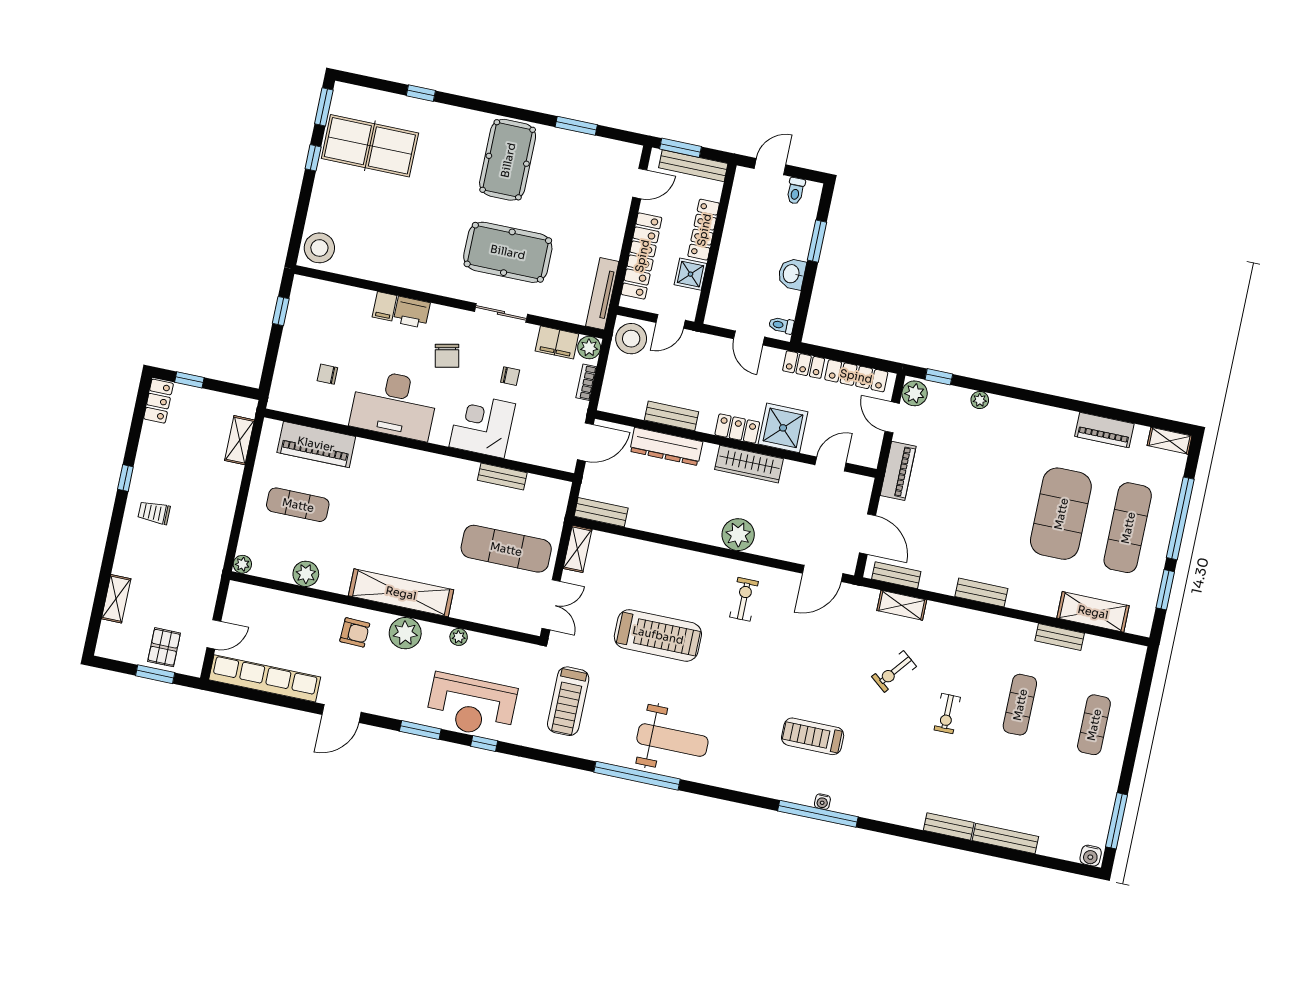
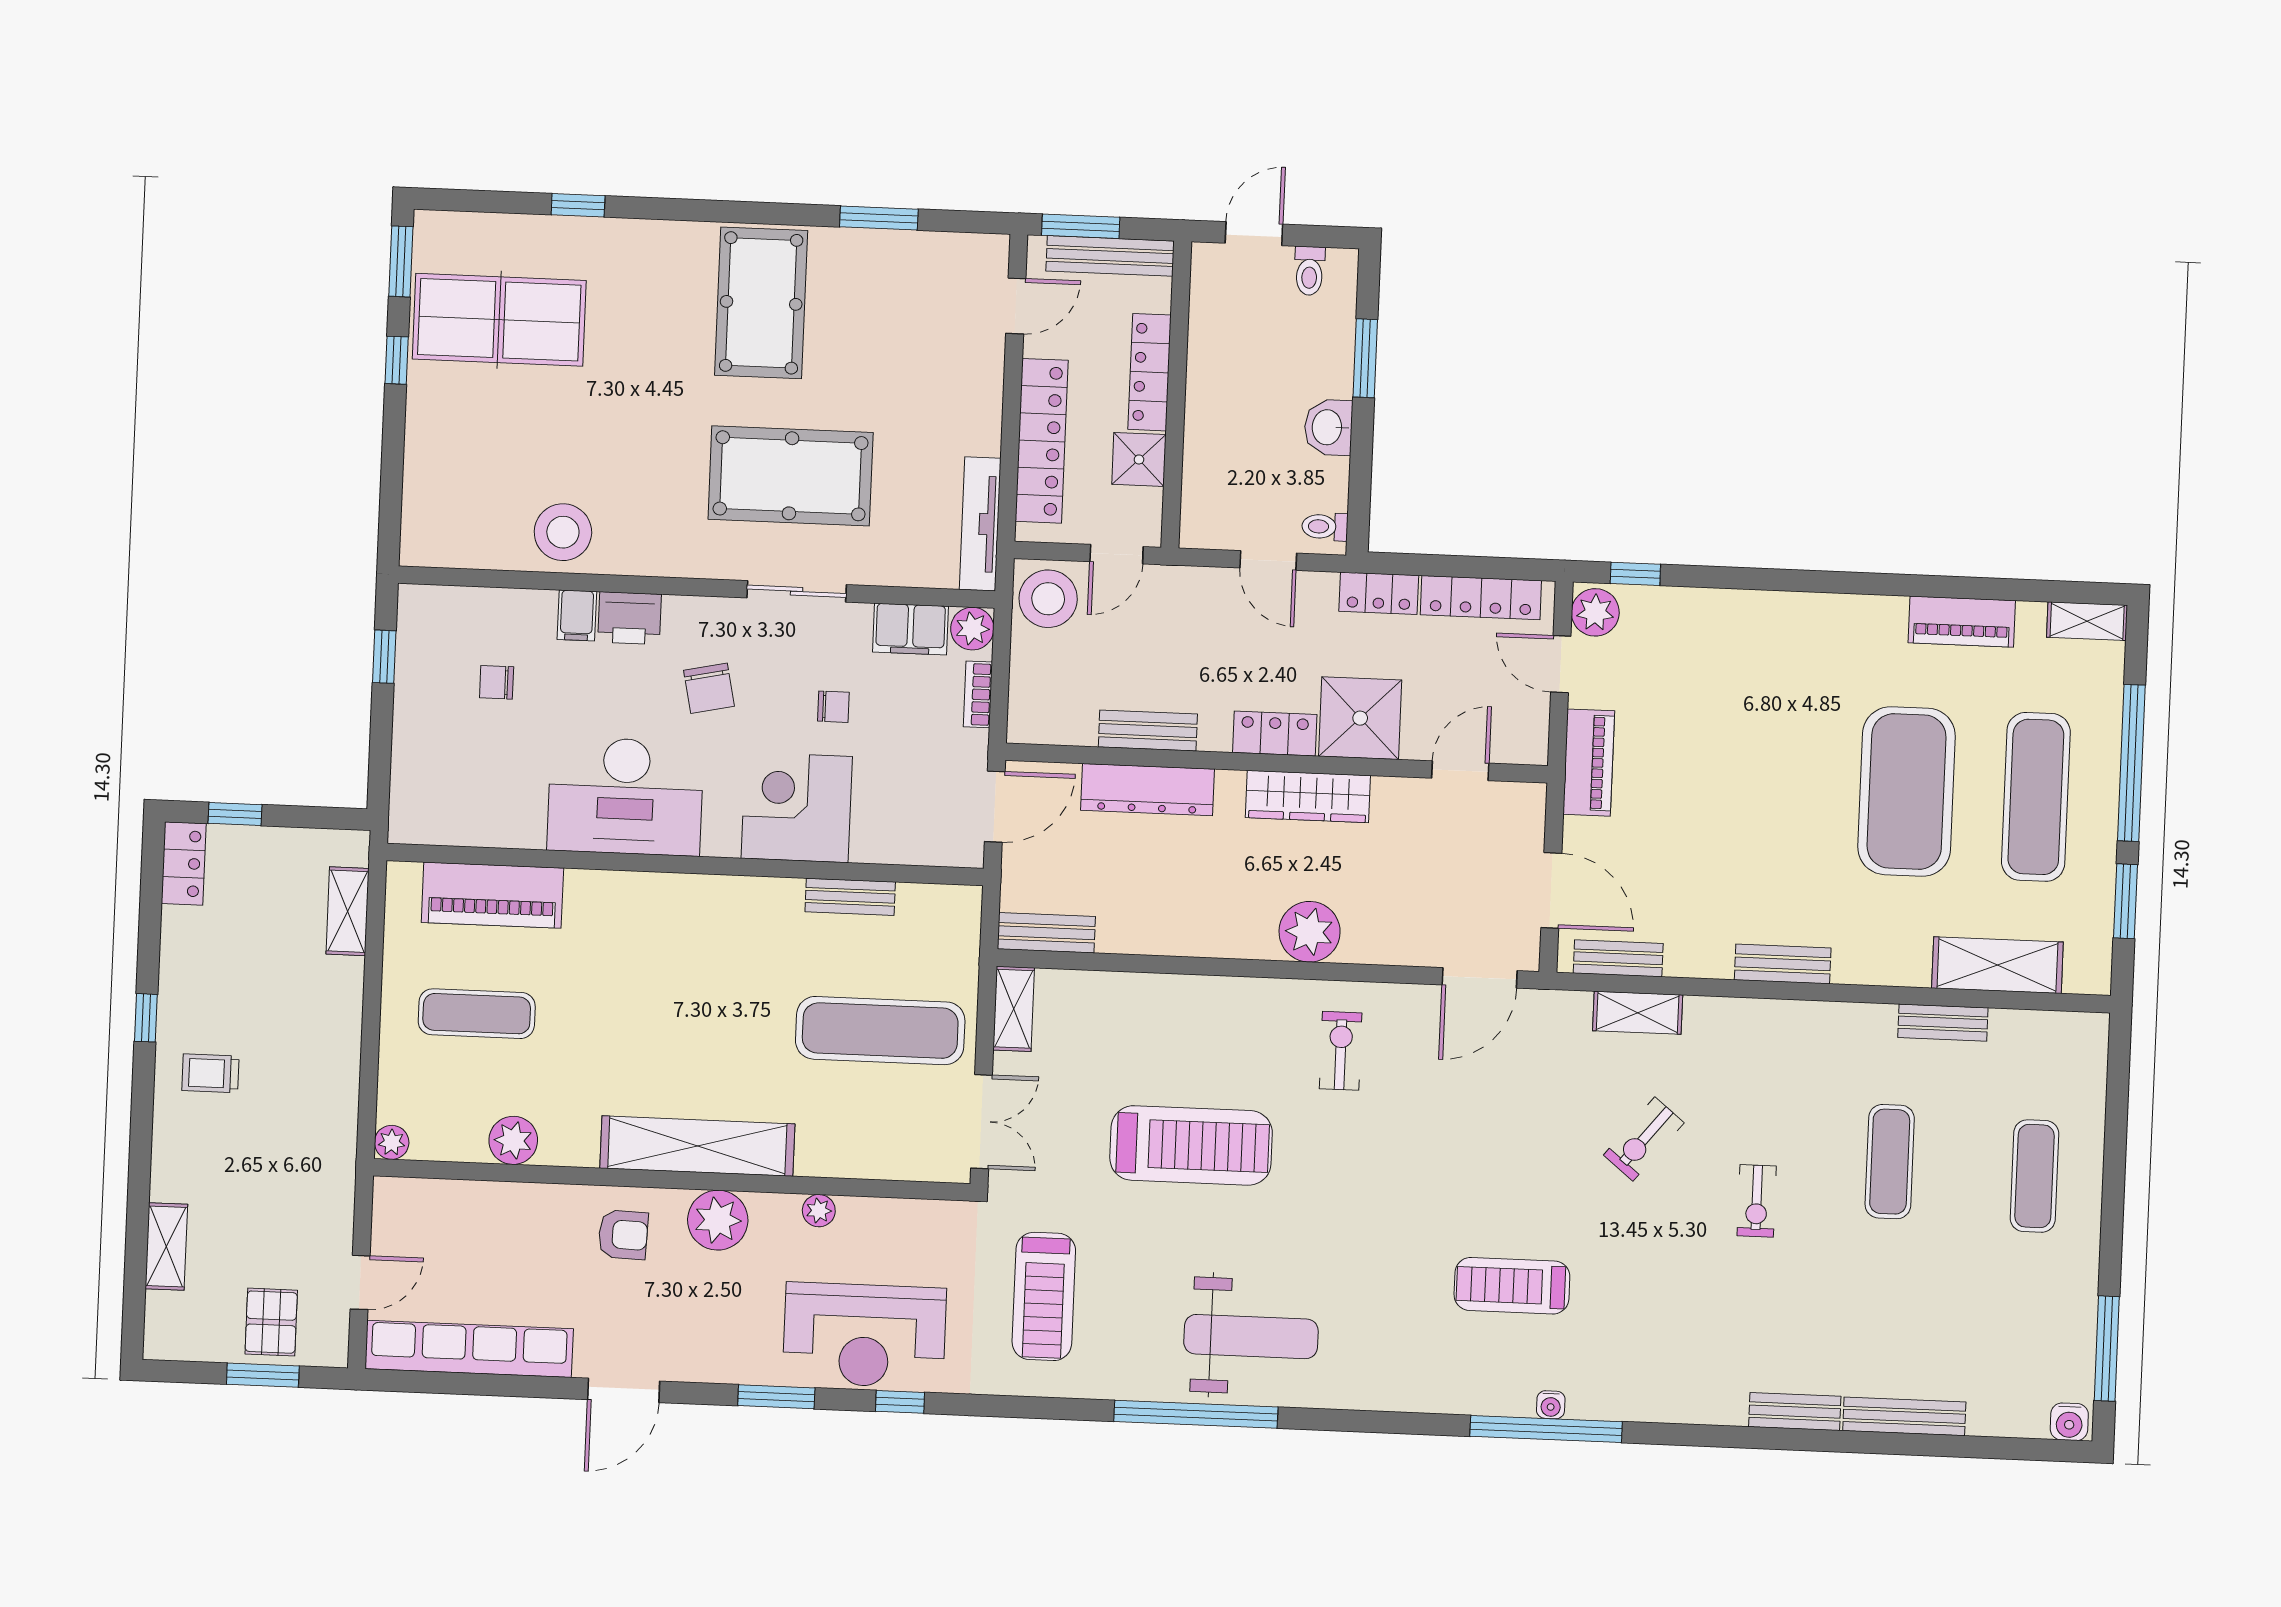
stool: (319, 248) -> (563, 532), moved
chair: (327, 374) -> (497, 682), moved
plant: (980, 400) -> (1719, 604), removed

